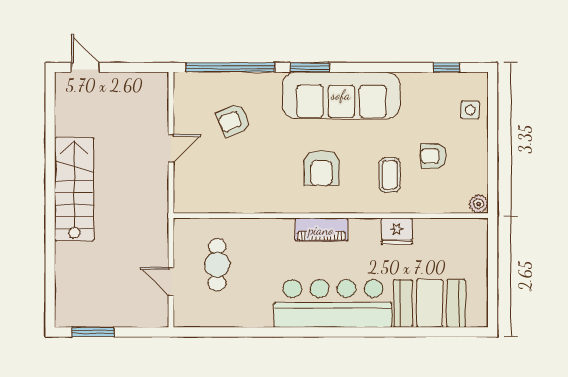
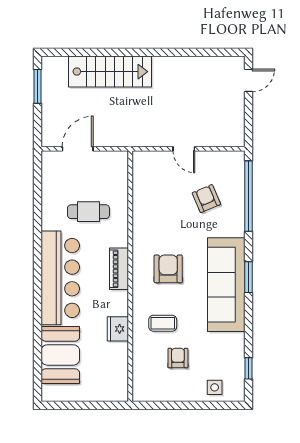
window: (310, 67) -> (249, 277), moved
armchair: (322, 168) -> (168, 269), turned 90
stairs: (74, 189) -> (110, 72), moved
plant: (479, 204) -> (140, 394), removed
cafe table: (217, 265) -> (88, 212), moved
door: (171, 282) -> (78, 149), width x1.38

